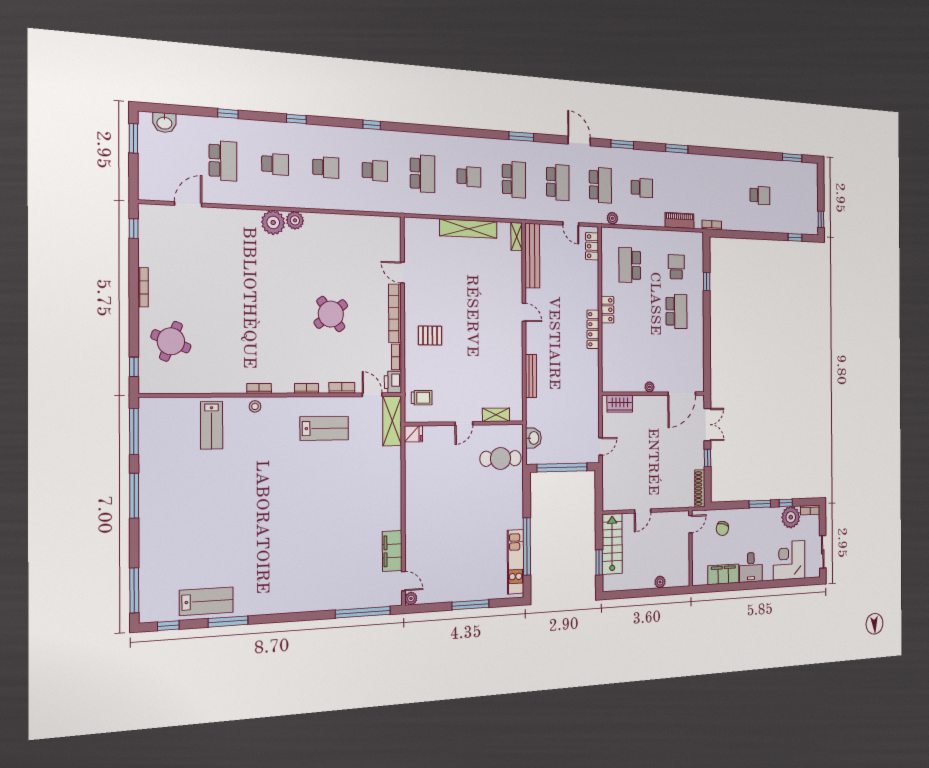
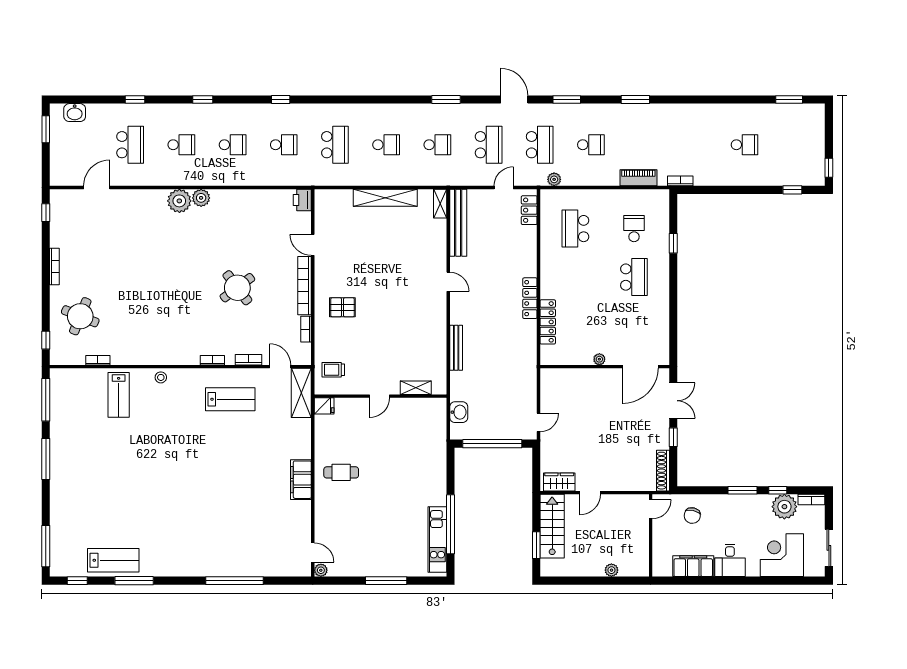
school desk: (514, 180) -> (437, 145), width x0.54
door: (571, 224) -> (504, 188), swing flipped
locker: (607, 310) -> (548, 322), moved, width x1.53
printer: (393, 382) -> (302, 200), moved
bookcase: (259, 388) -> (98, 360), moved
trolley: (422, 398) -> (333, 370), turned 180
wardrobe: (620, 404) -> (559, 482), moved, turned 180
cafe table: (501, 458) -> (341, 472), moved, width x0.73, depth x0.74
filing cabinet: (392, 551) -> (301, 480), moved
window: (363, 612) -> (235, 581), moved

